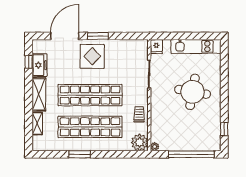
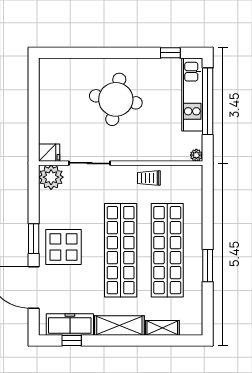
kitchen unit: (196, 46) -> (192, 94), moved, turned 180
freezer: (39, 65) -> (70, 325), width x1.40
plant: (140, 142) -> (51, 177), moved

